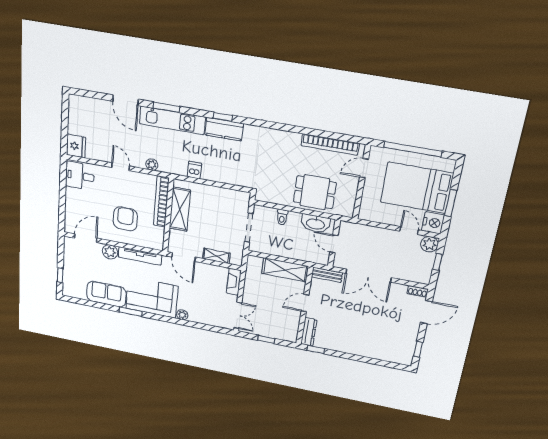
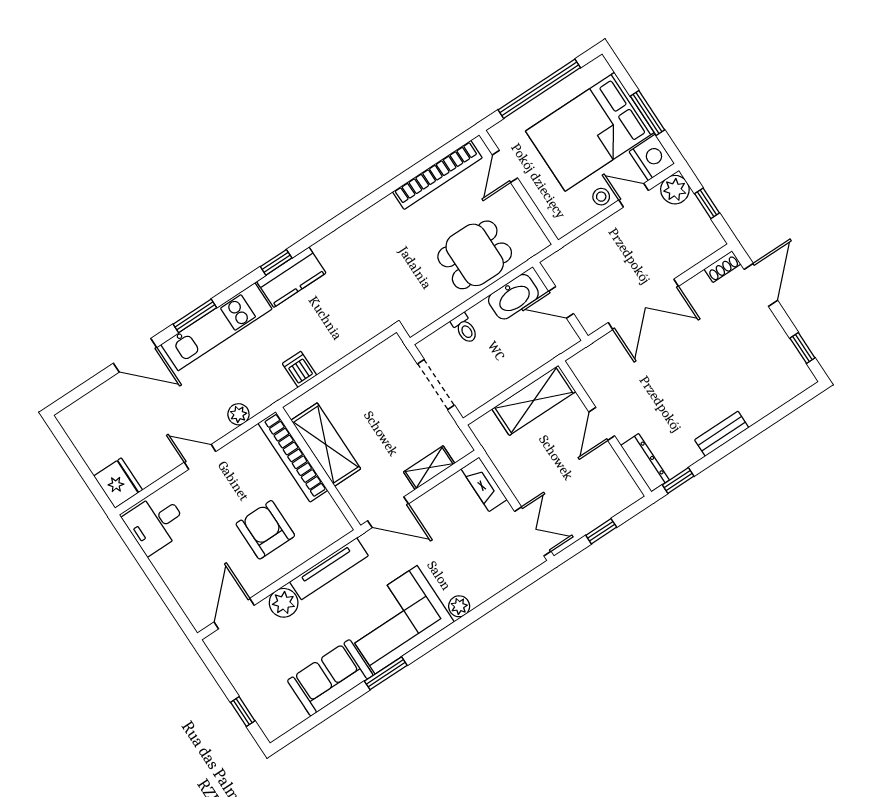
stool: (394, 218) -> (601, 197), added
bench: (327, 275) -> (722, 434), moved

